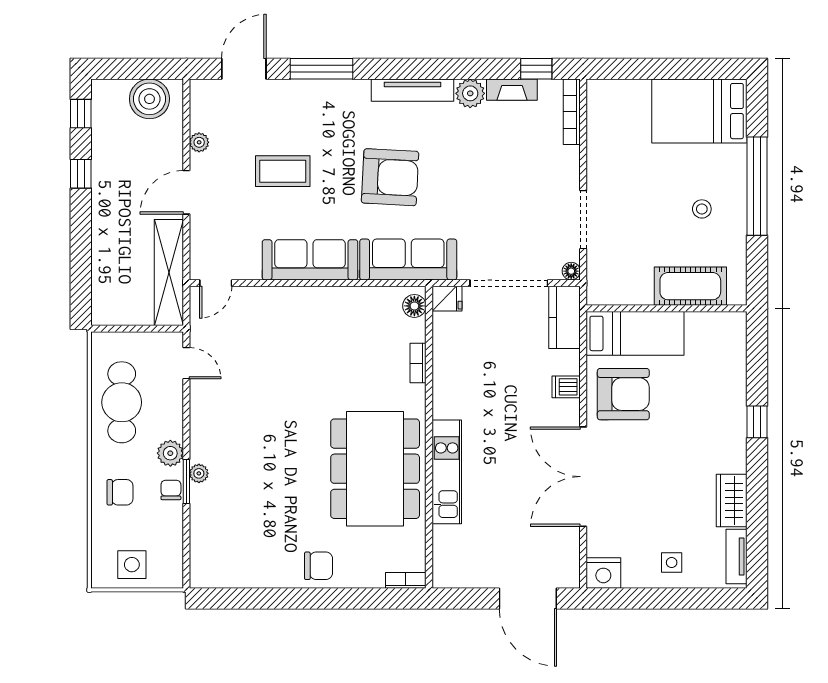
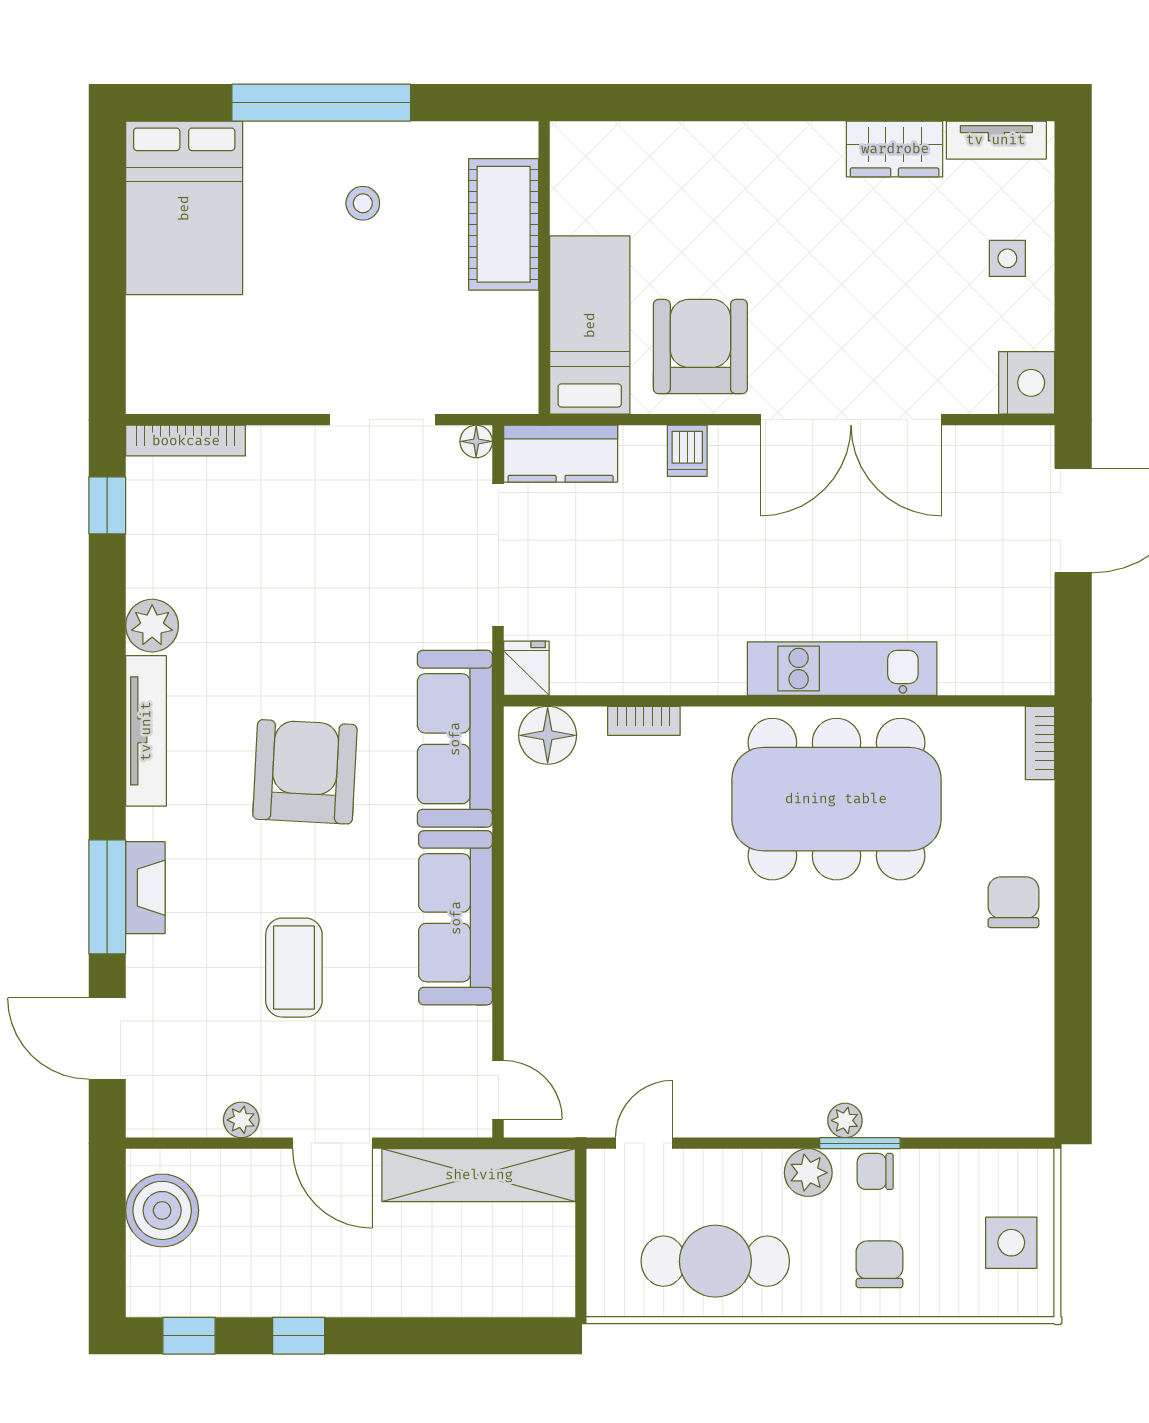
fireplace: (512, 90) -> (145, 888), moved
floor lamp: (414, 306) -> (548, 735), width x1.38, depth x1.38
window: (757, 422) -> (751, 103), removed

